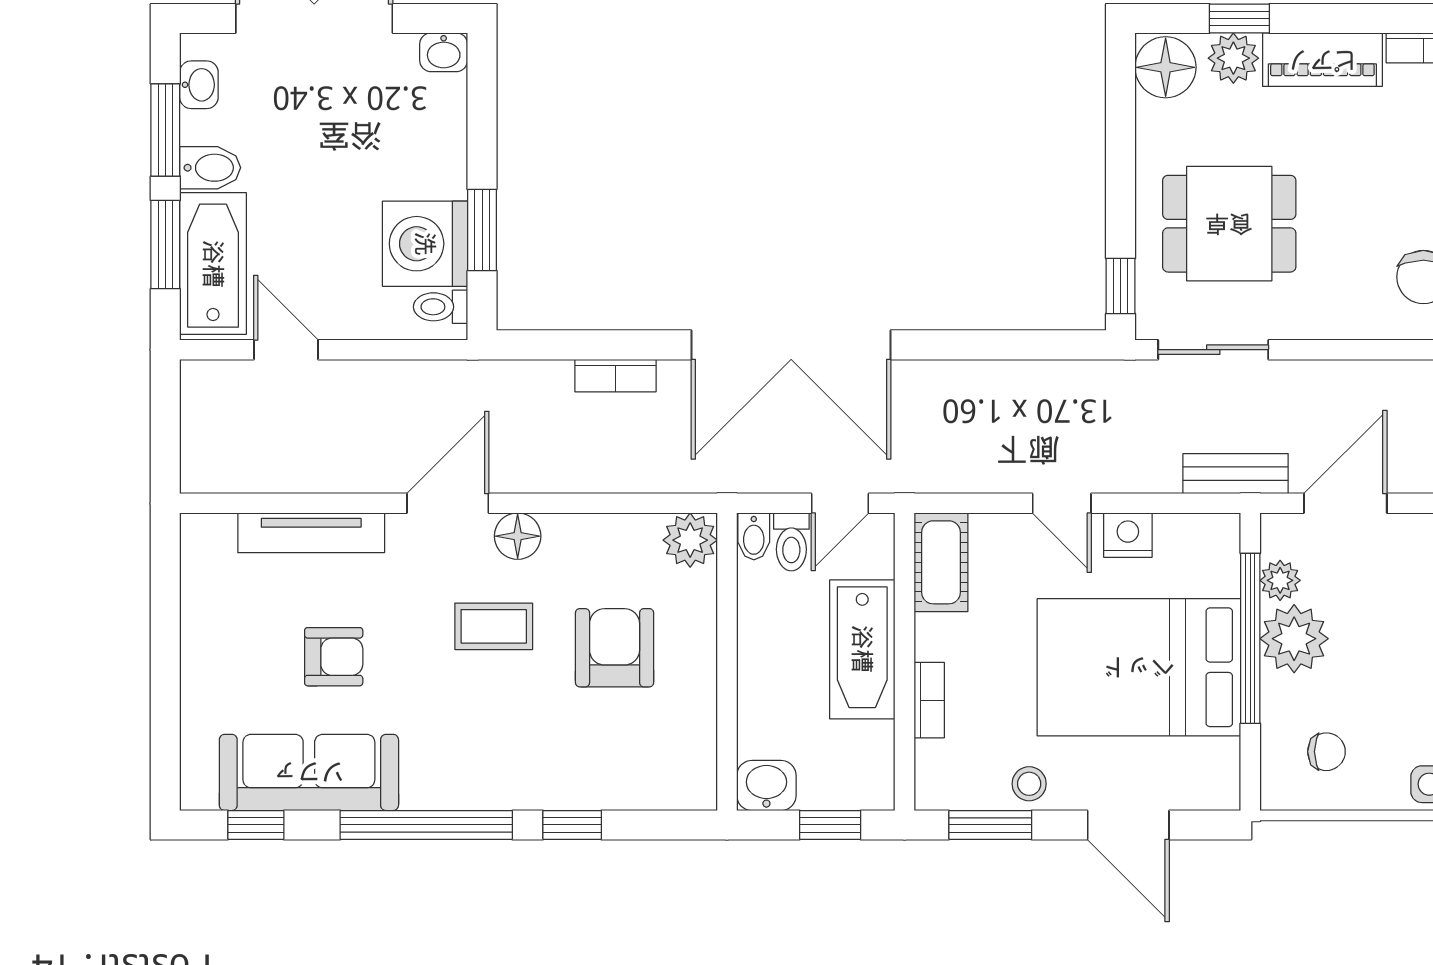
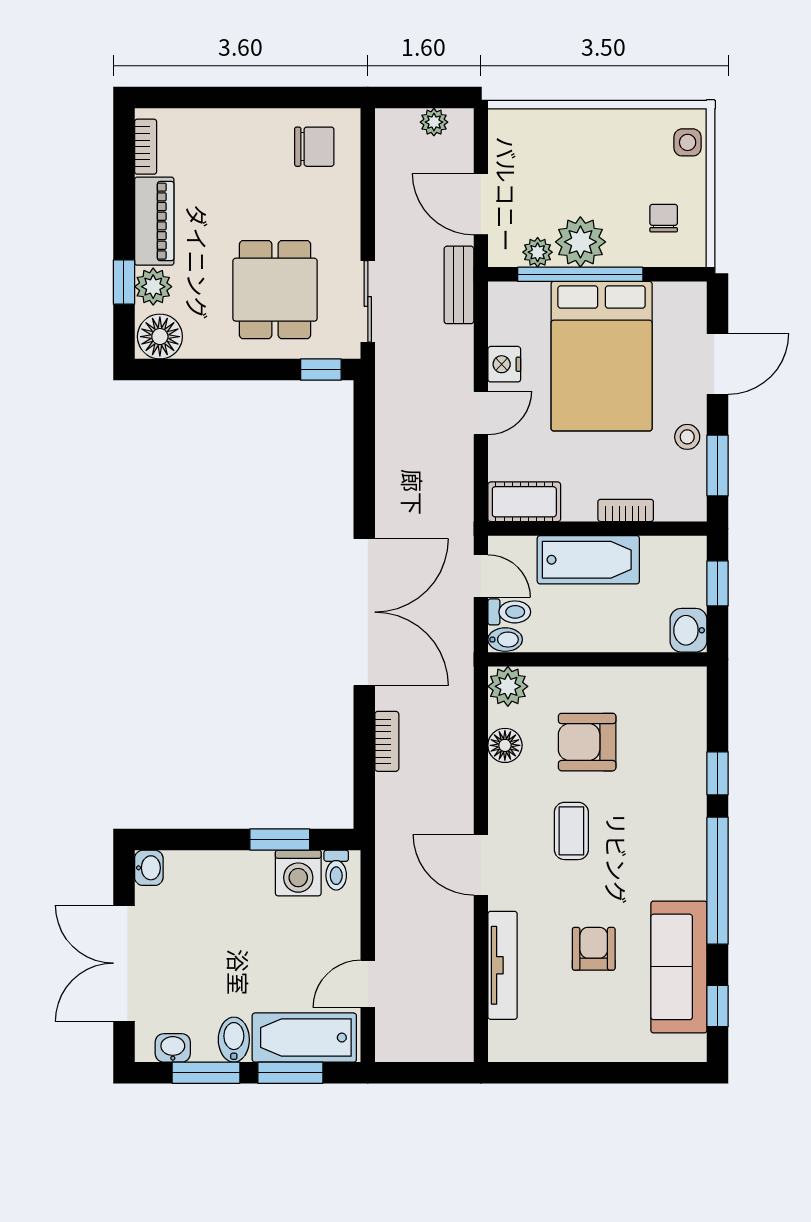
washing machine: (425, 244) -> (298, 873), width x0.73, depth x0.73
floor lamp: (518, 536) -> (505, 745), moved

